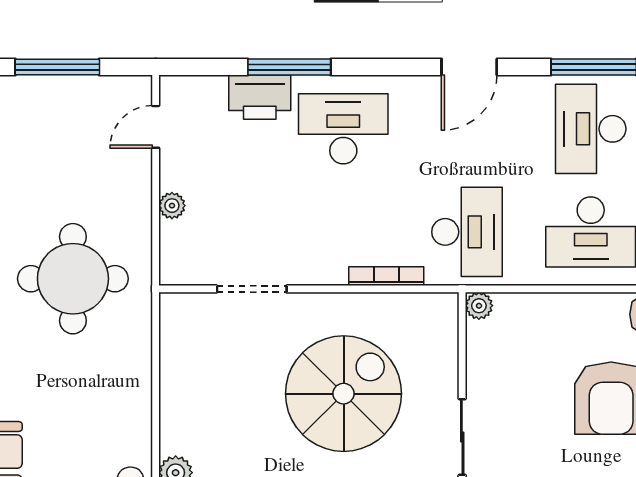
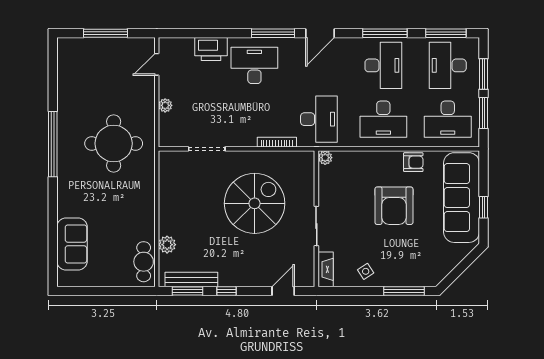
window: (289, 67) -> (273, 33), moved
desk: (591, 129) -> (383, 65), turned 180

